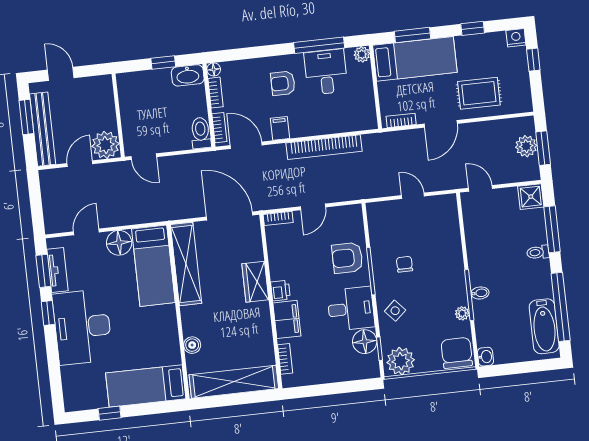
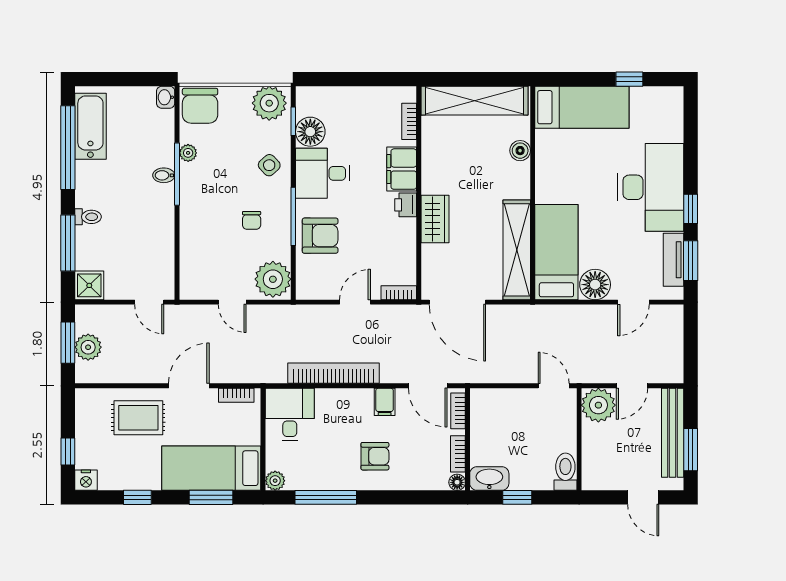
desk: (326, 72) -> (290, 414), moved, turned 180
toilet: (201, 133) -> (565, 472), moved, turned 180
plant: (382, 218) -> (273, 279), added

